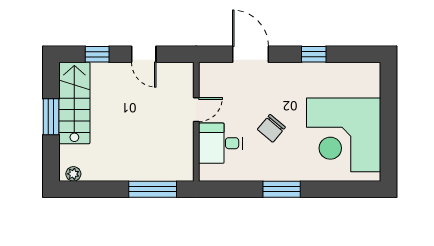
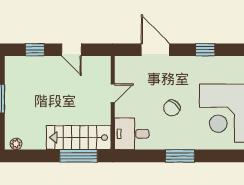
stairs: (74, 103) -> (79, 138), moved, turned -90
desk: (220, 143) -> (132, 134), moved

